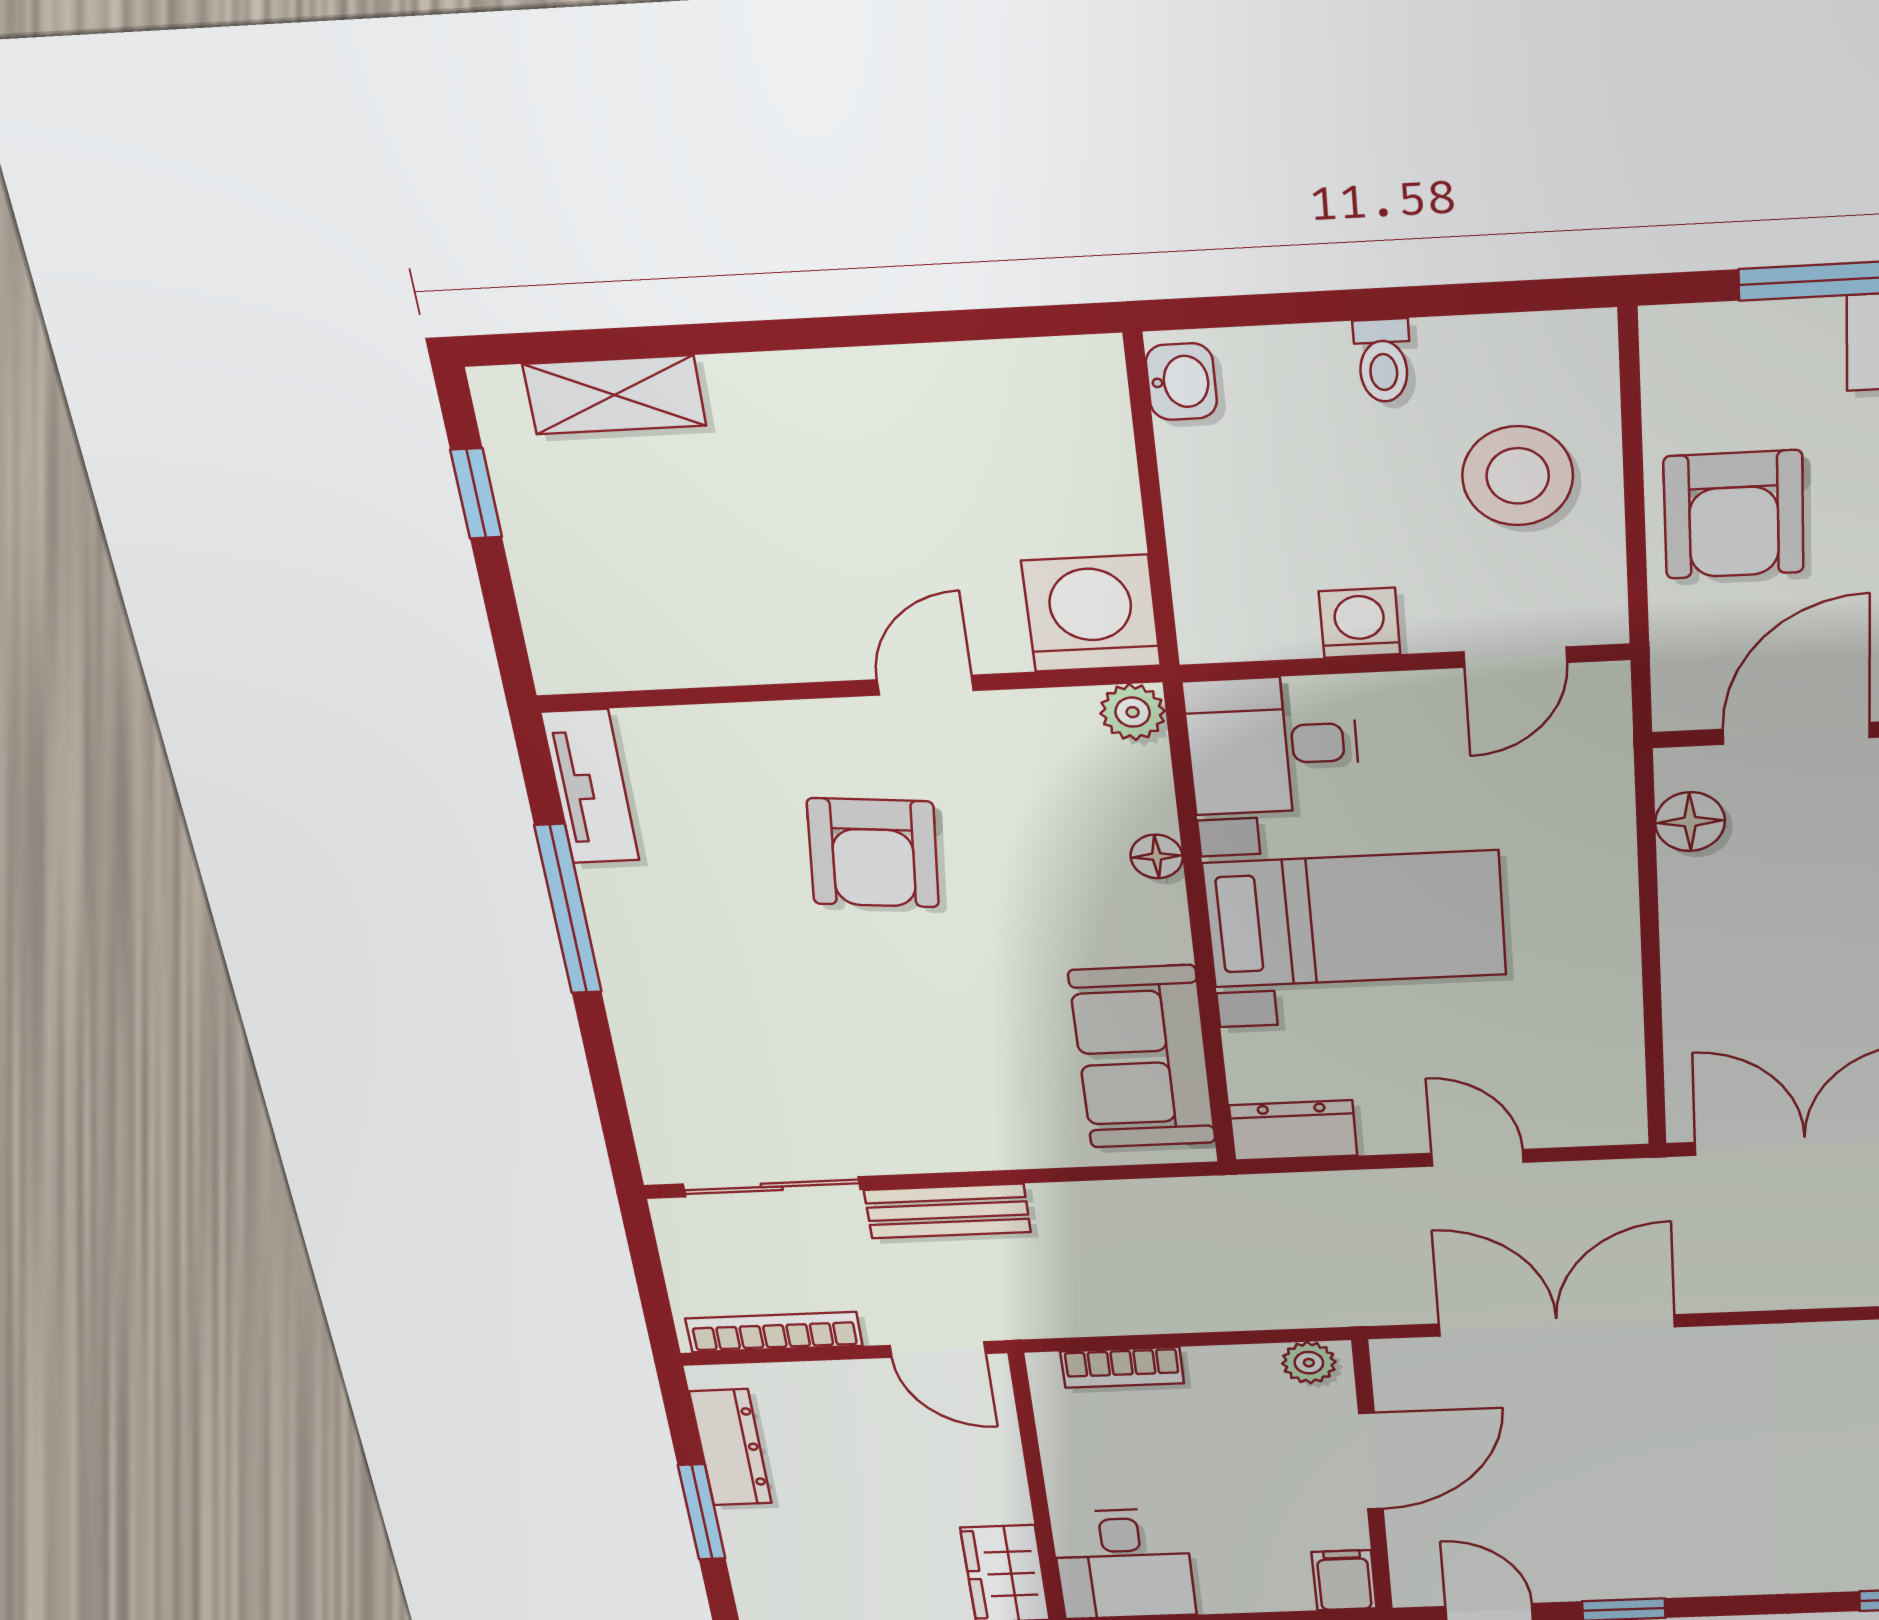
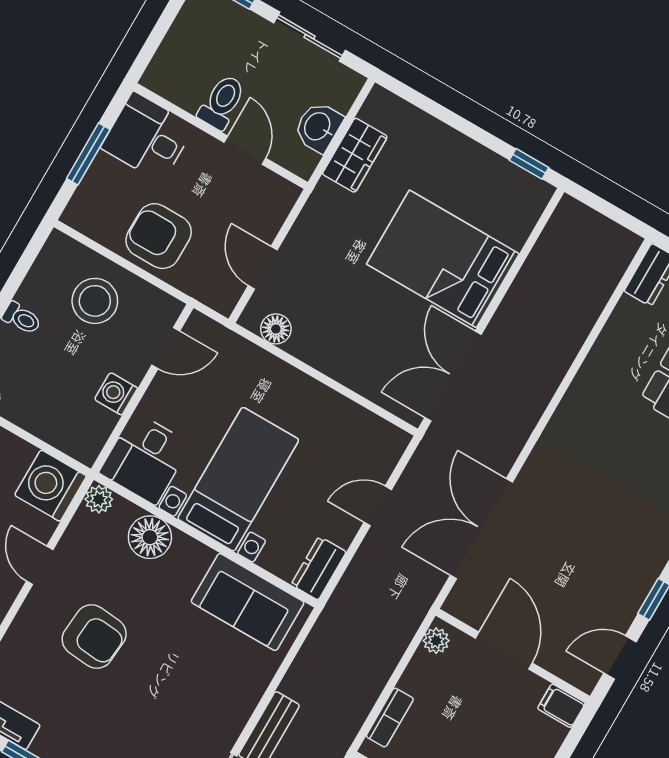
armchair: (1734, 515) -> (159, 236), turned 180
door: (1515, 657) -> (166, 348), hinge flipped
door: (1796, 733) -> (263, 268), width x0.73
floor lamp: (1157, 856) -> (150, 537), width x1.89, depth x1.89

